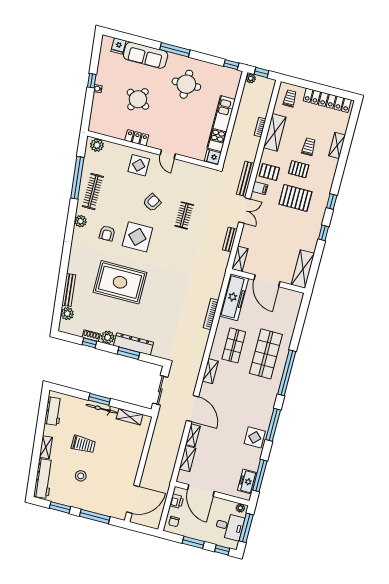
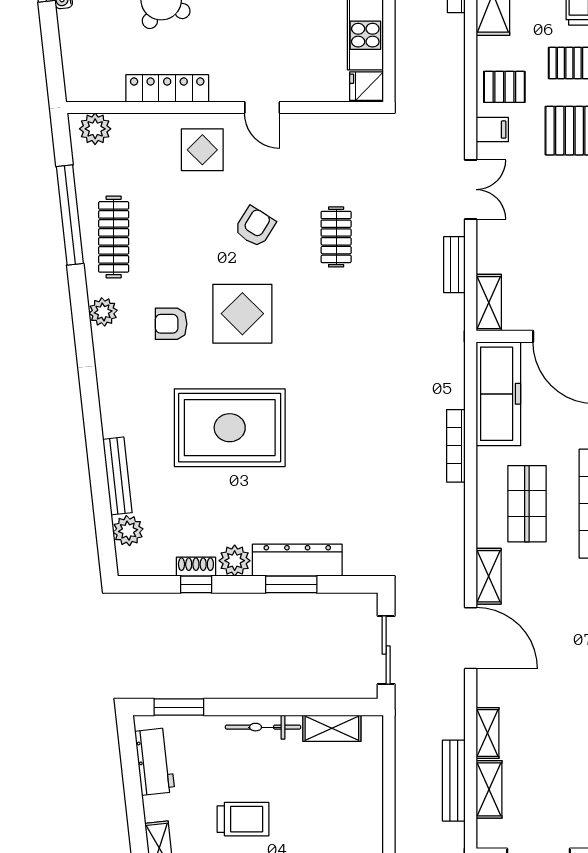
locker: (137, 138) -> (167, 88), width x1.53
bench: (245, 179) -> (454, 781), moved
armchair: (107, 233) -> (171, 324), turned 90
window: (99, 399) -> (179, 707), moved
door: (193, 409) -> (471, 638), moved

